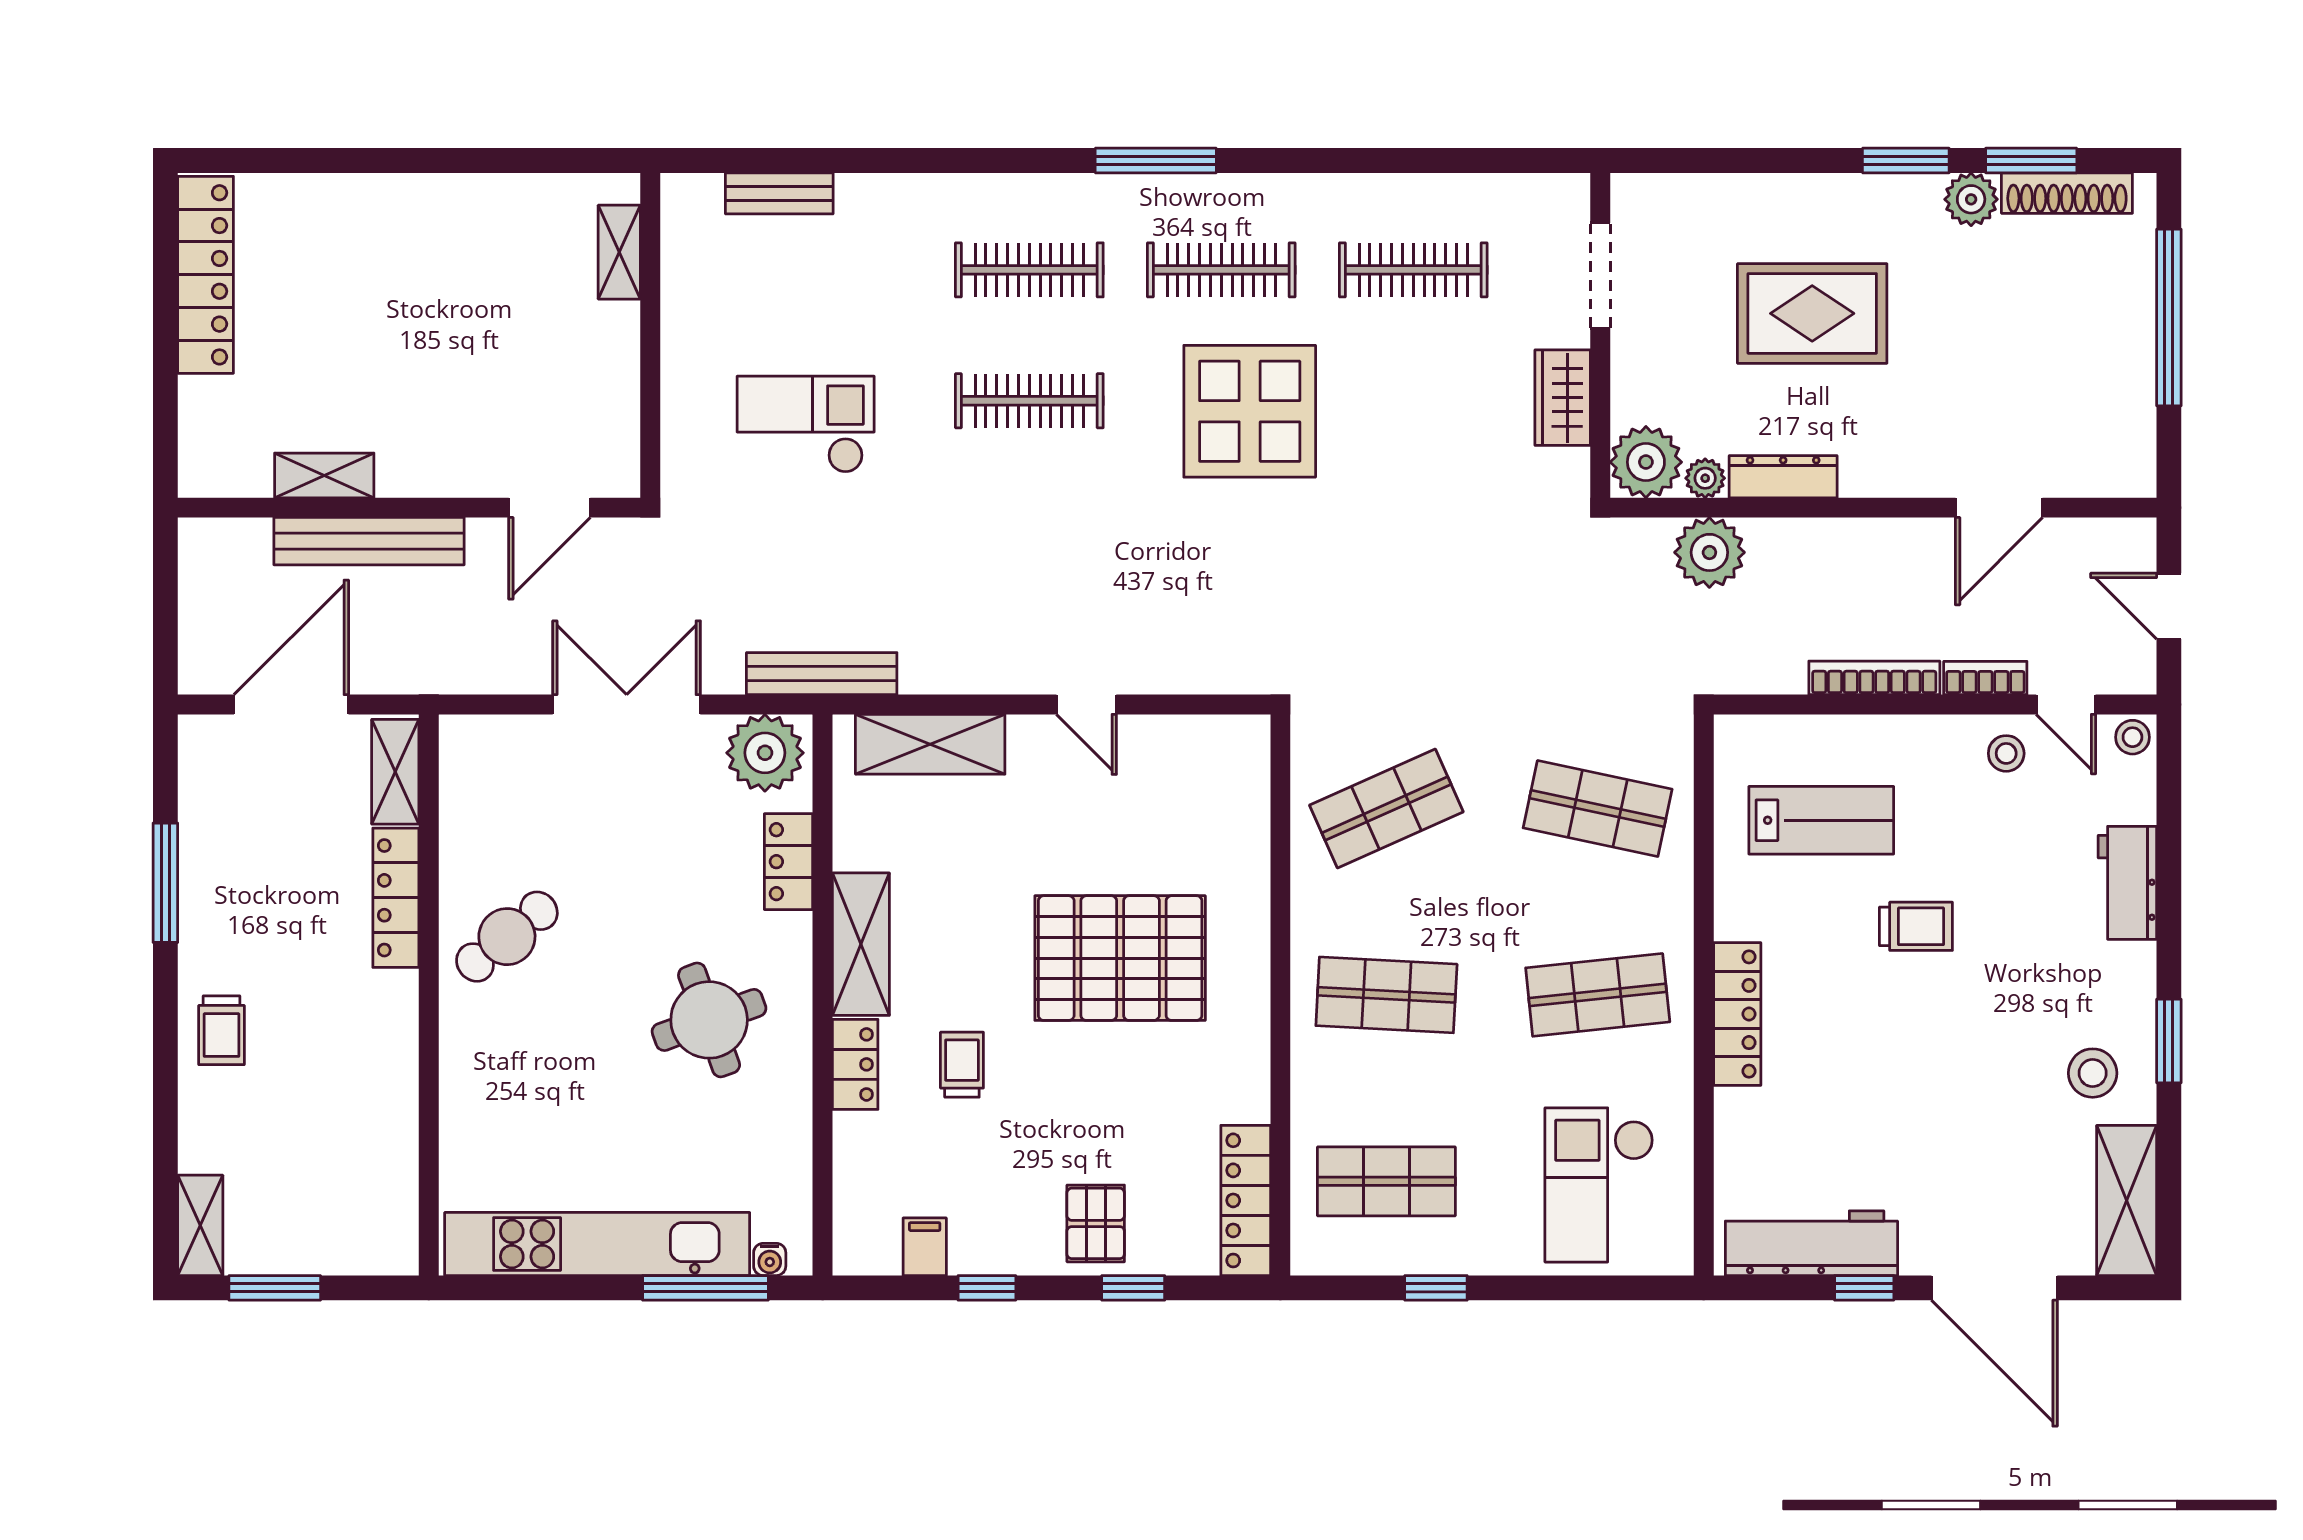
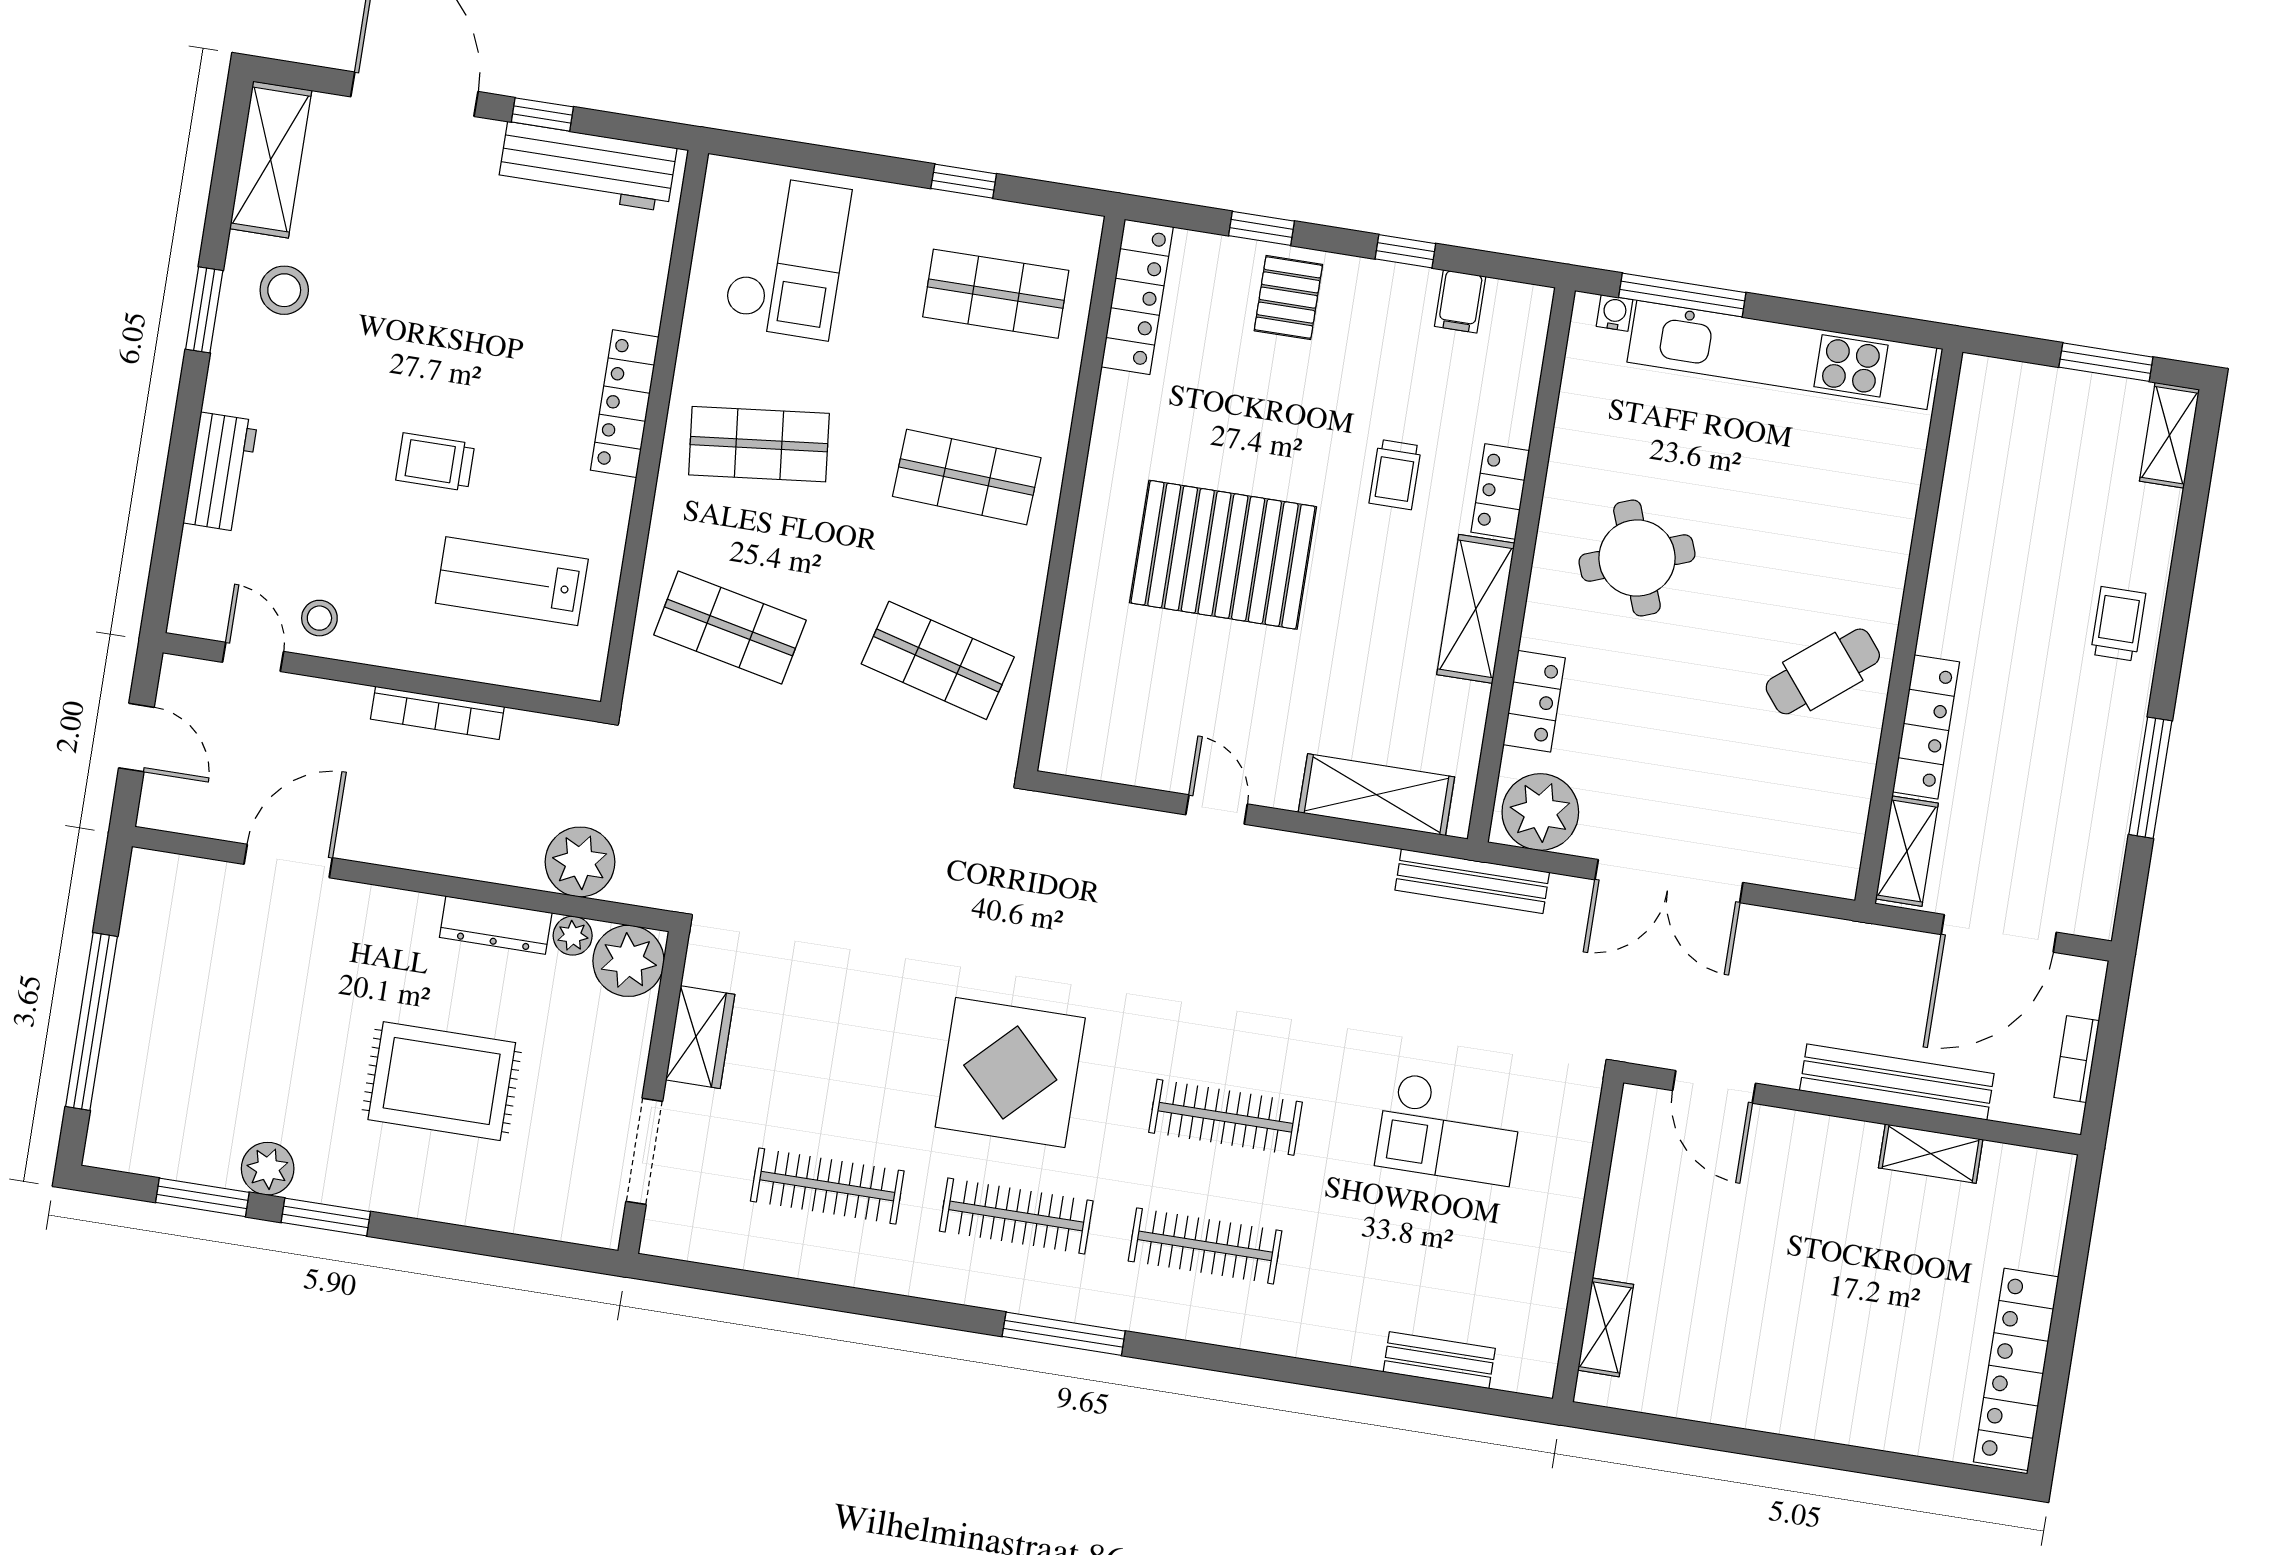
shoe rack: (2067, 193) -> (172, 1160), removed
door: (550, 508) -> (1714, 1087), swing flipped
bookcase: (1985, 678) -> (2077, 1059), moved, turned 90
stool: (2132, 737) -> (193, 614), removed
shop shelf: (1386, 809) -> (938, 660), turned 39

